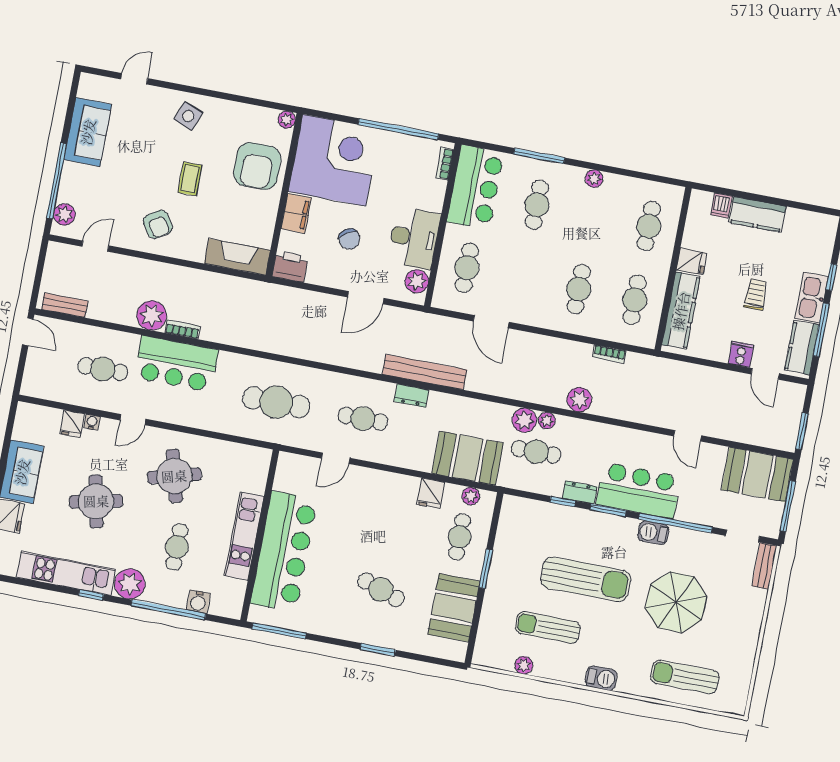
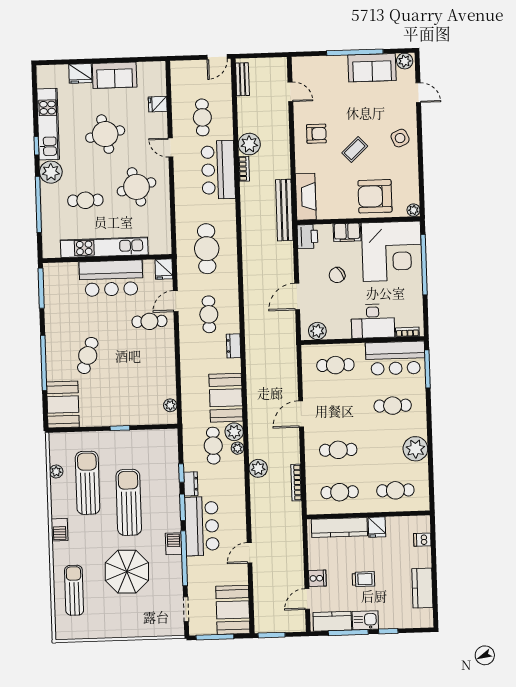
side table: (188, 116) -> (400, 138), turned 45
window: (398, 129) -> (424, 265), moved
window: (539, 156) -> (427, 369), moved
coffee table: (190, 179) -> (355, 150), turned -43
plant: (594, 179) -> (415, 449), width x1.88, depth x1.88
window: (57, 181) -> (355, 52), moved
plant: (64, 214) -> (405, 61), moved
kitchen counter: (757, 214) -> (422, 588), moved
armchair: (158, 224) -> (316, 134), turned -148
desk: (414, 238) -> (373, 321), moved
door: (366, 298) -> (297, 297), hinge flipped
kitchen sink: (812, 298) -> (365, 620), width x0.73
door: (491, 322) -> (301, 414), moved
bookcase: (609, 354) -> (296, 483), width x1.56
bench: (425, 372) -> (284, 210), moved
water cooler: (92, 422) -> (162, 118), removed
door: (336, 458) -> (176, 301), hinge flipped
booth: (468, 458) -> (226, 398), moved
fridge: (431, 493) -> (164, 269), moved, turned -90
kitchen unit: (244, 536) -> (104, 247), width x1.36
cafe table: (460, 537) -> (149, 321), moved
bar counter: (284, 551) -> (111, 278), width x0.73
bench: (764, 566) -> (168, 630), removed
window: (486, 569) -> (120, 428), width x0.67
sun lounger: (586, 579) -> (129, 502), turned 180
water cooler: (198, 602) -> (49, 225), removed
booth: (454, 608) -> (63, 404), moved, turned 90
sun lounger: (548, 628) -> (88, 483), width x1.36, depth x1.34
window: (378, 650) -> (44, 363), width x2.11

